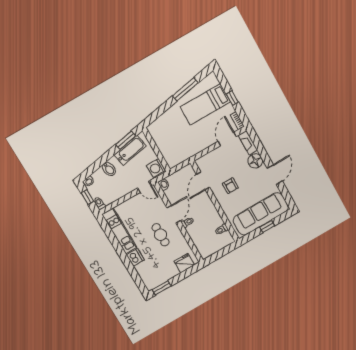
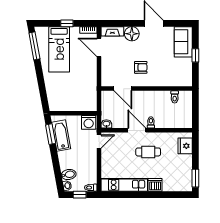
window: (185, 89) -> (34, 46), moved
bidet: (109, 169) -> (69, 174), moved
sofa: (261, 214) -> (183, 42), width x0.54, depth x0.79

